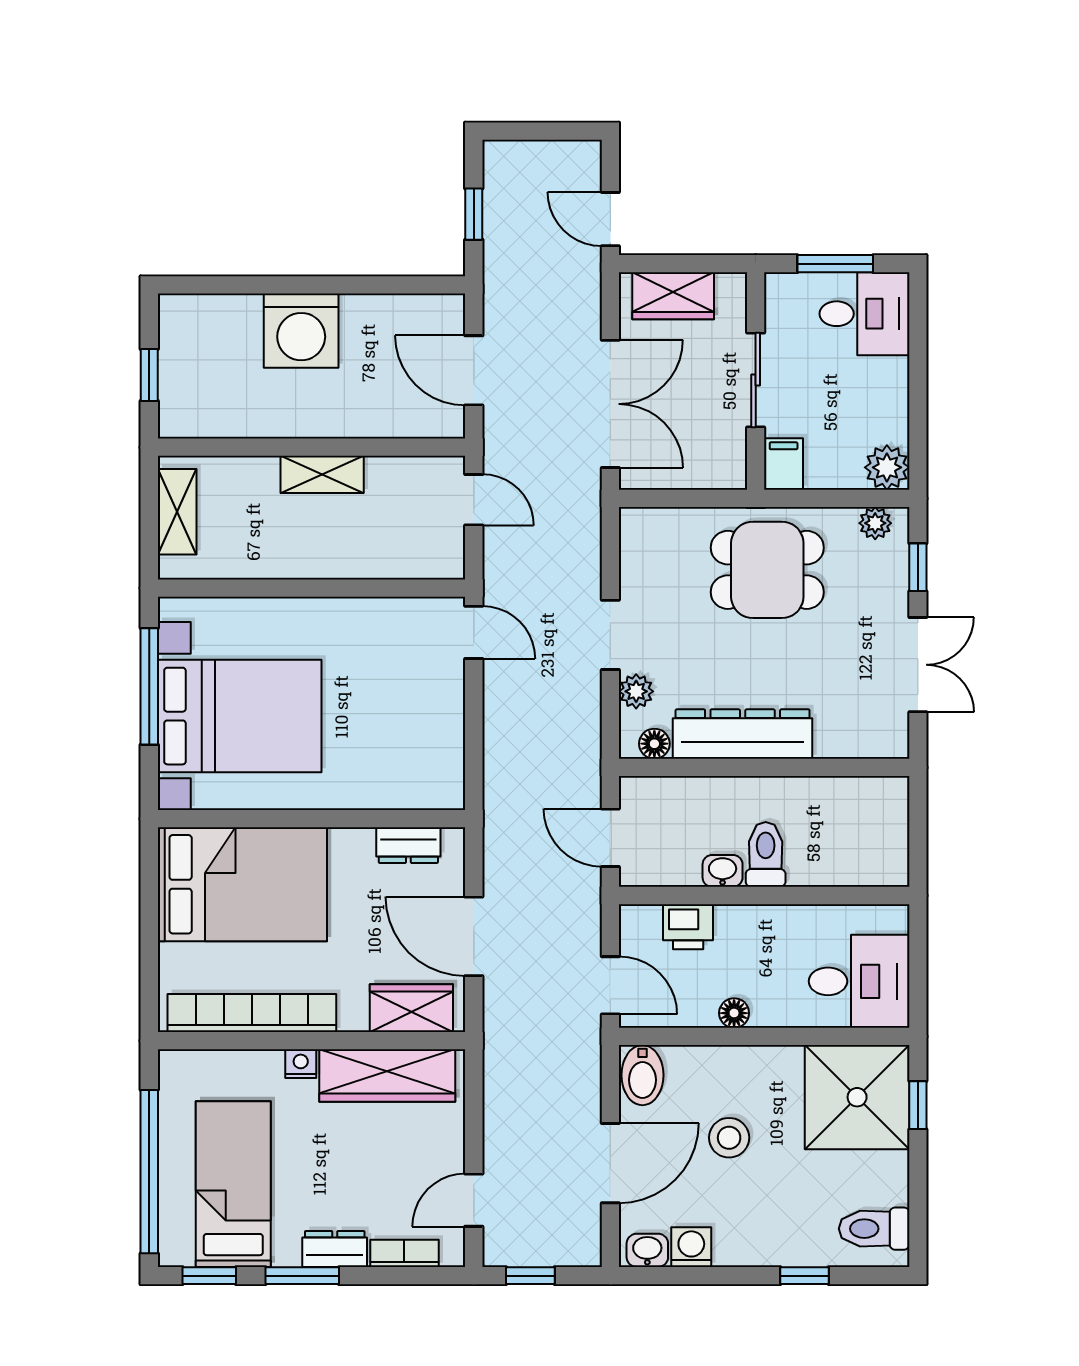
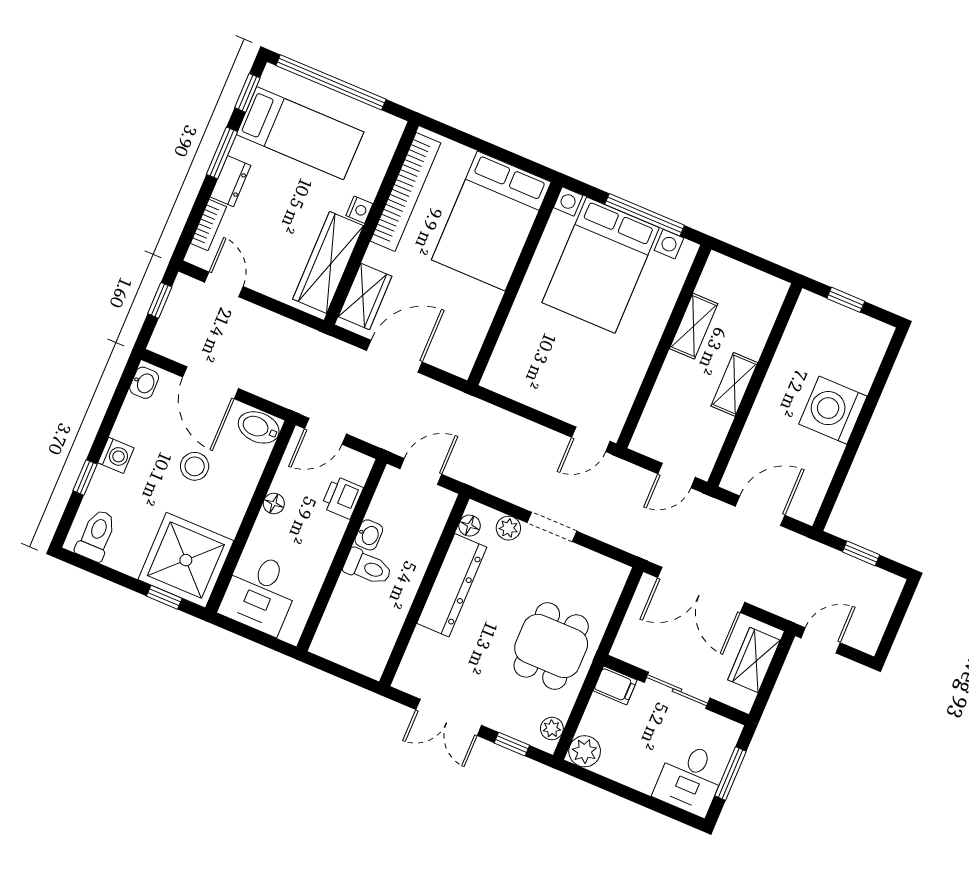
shelving: (177, 512) -> (694, 326), moved, turned 90
dresser: (408, 845) -> (471, 339), removed
washing machine: (691, 1247) -> (116, 455), moved

